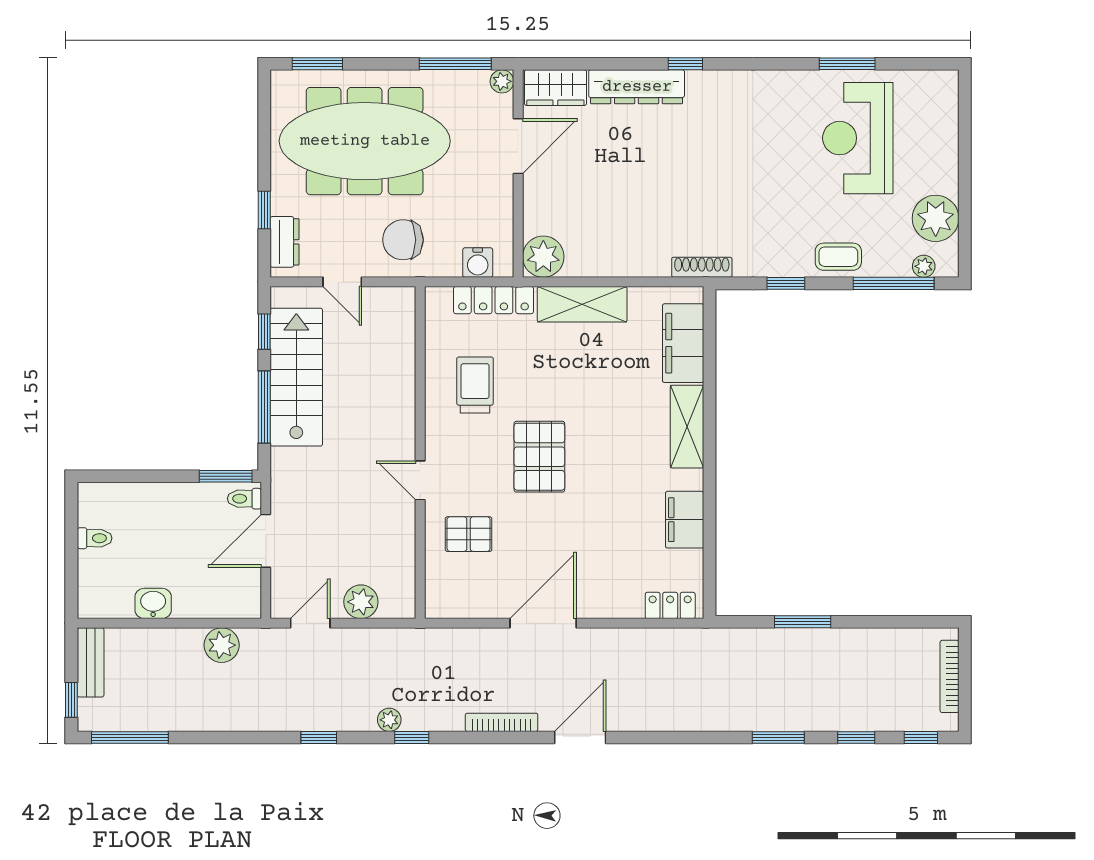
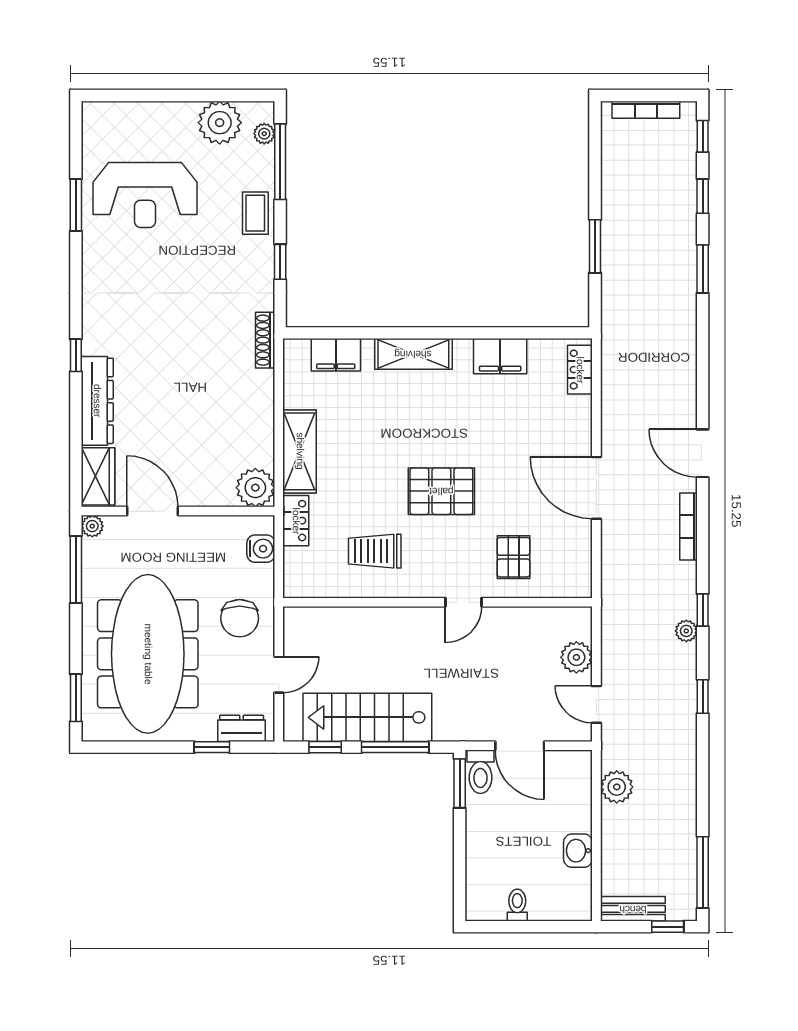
locker: (494, 300) -> (296, 521), width x0.66
filing cabinet: (683, 343) -> (336, 355), width x0.67, depth x0.86
toilet: (244, 499) -> (480, 772), width x1.37, depth x1.39

